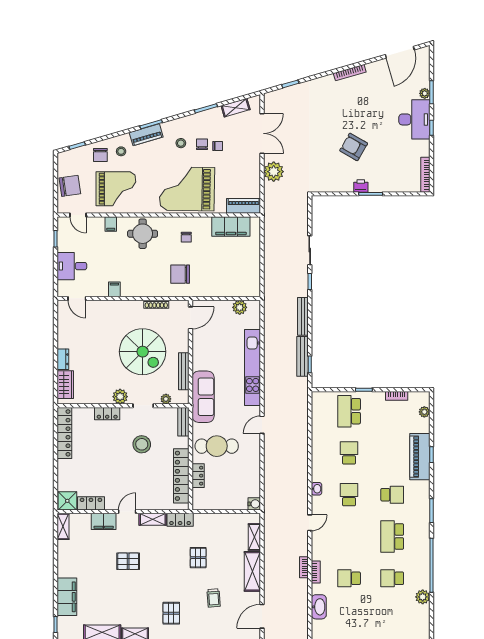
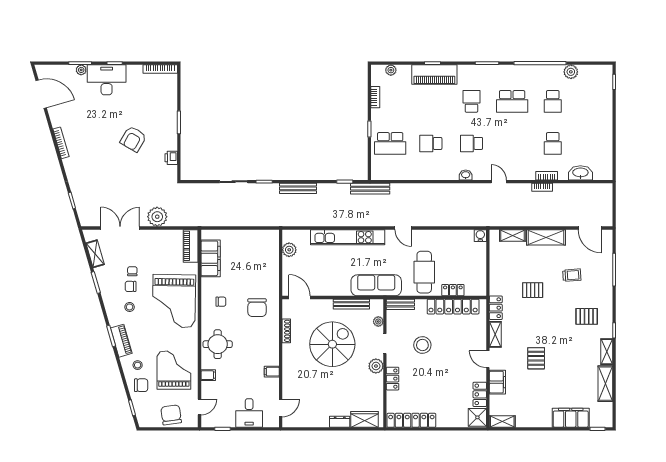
printer: (361, 186) -> (171, 158), moved
bench: (303, 356) -> (370, 189), moved

